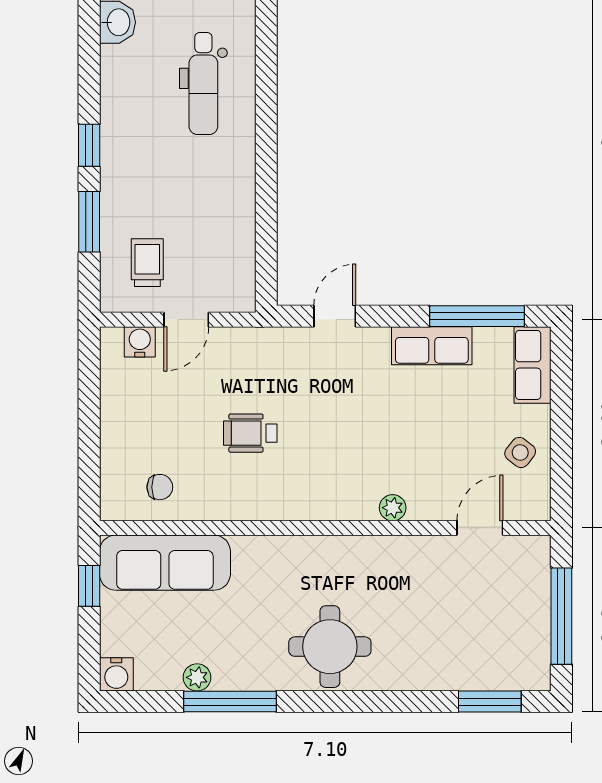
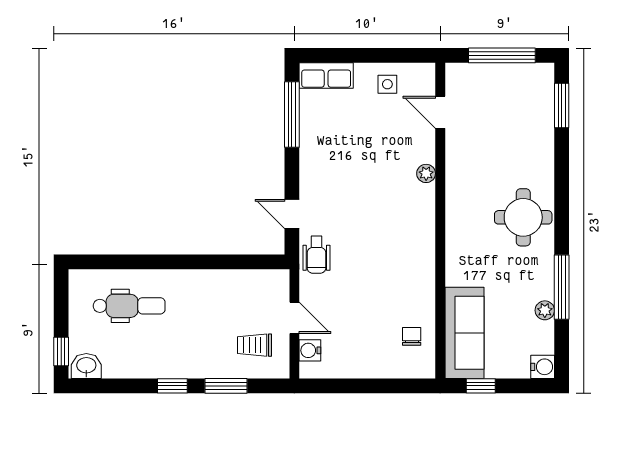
row of seats: (432, 346) -> (313, 146), removed
wheelchair: (250, 433) -> (316, 255), moved
side table: (520, 452) -> (387, 84), turned -38

